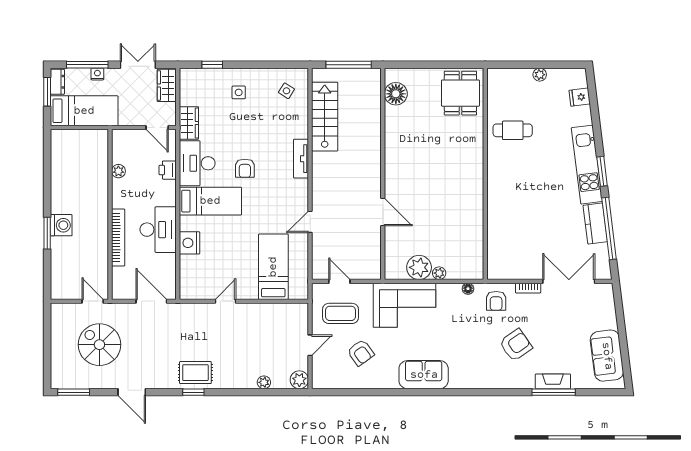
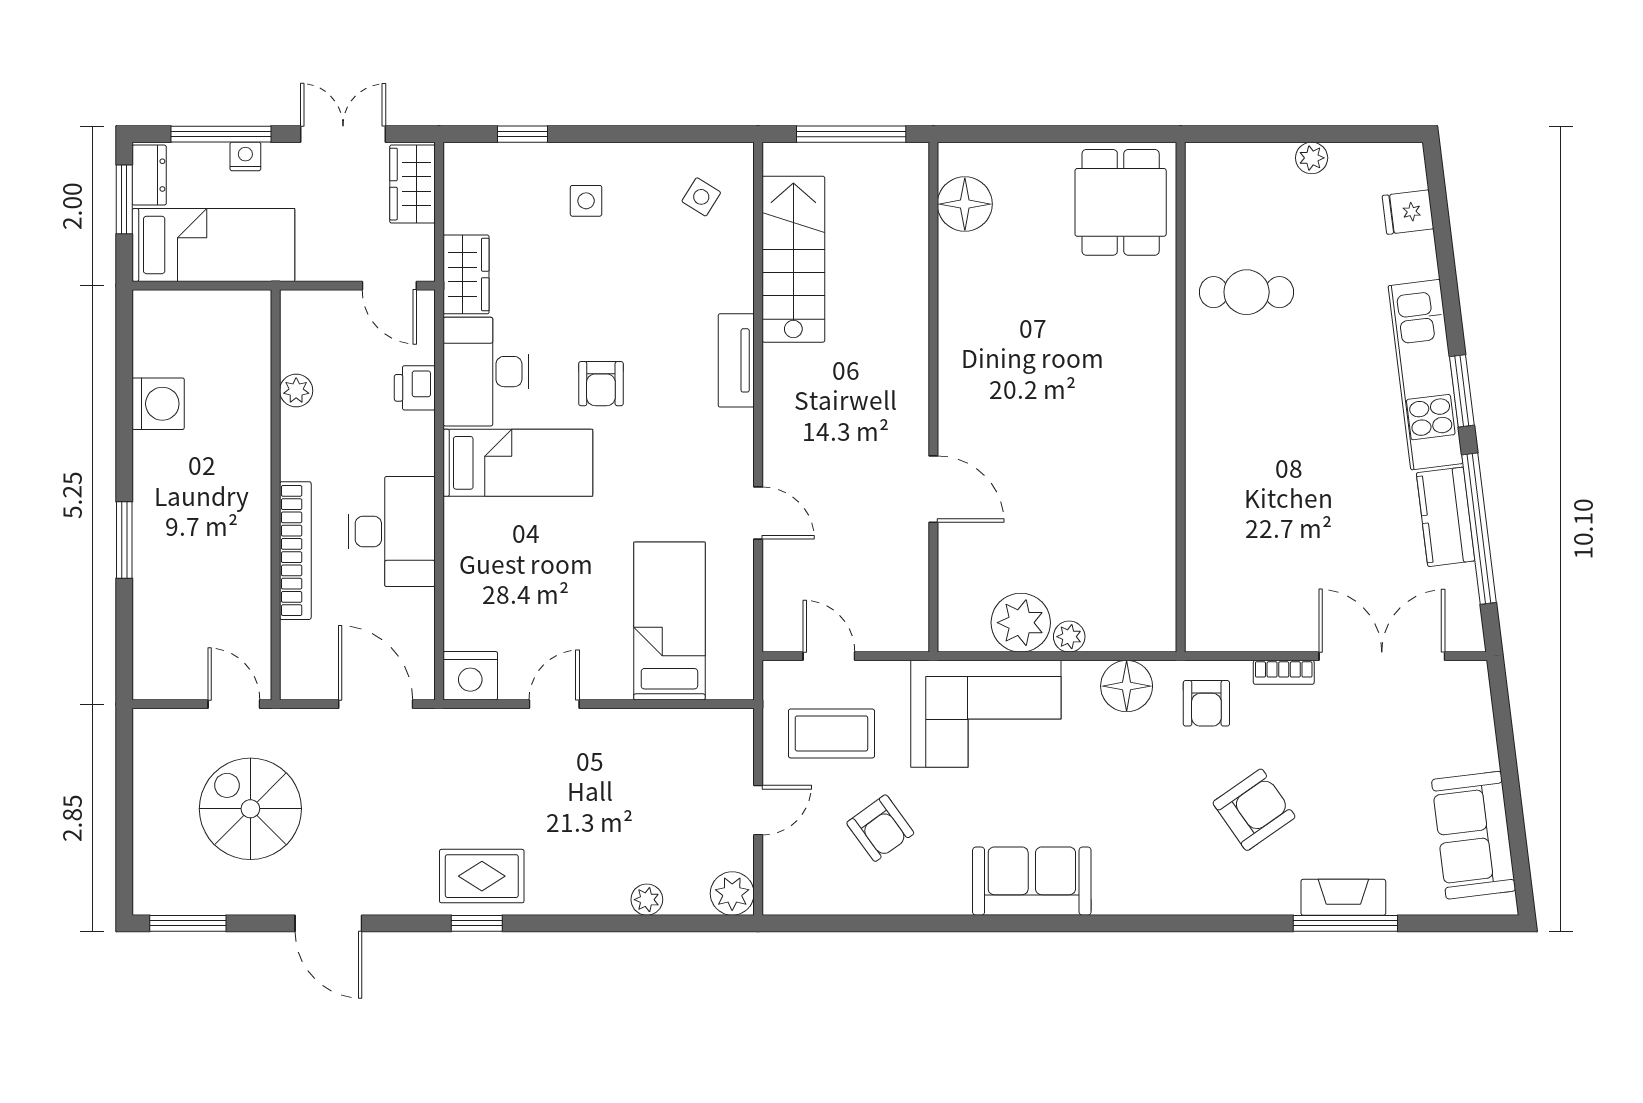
door: (310, 222) -> (758, 513), swing flipped
washing machine: (61, 225) -> (158, 404), moved
nightstand: (190, 243) -> (470, 676), moved, turned -90
floor lamp: (468, 289) -> (1127, 686), width x1.89, depth x1.89

